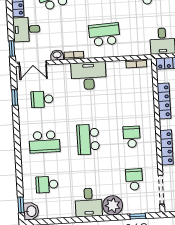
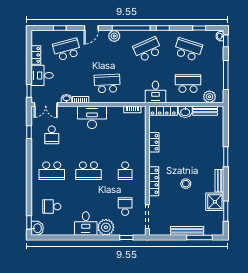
school desk: (42, 99) -> (52, 135), turned -90
locker: (164, 101) -> (154, 142), width x0.66
school desk: (132, 137) -> (125, 171), turned 180
school desk: (88, 139) -> (88, 171), turned -90

